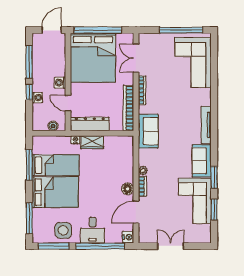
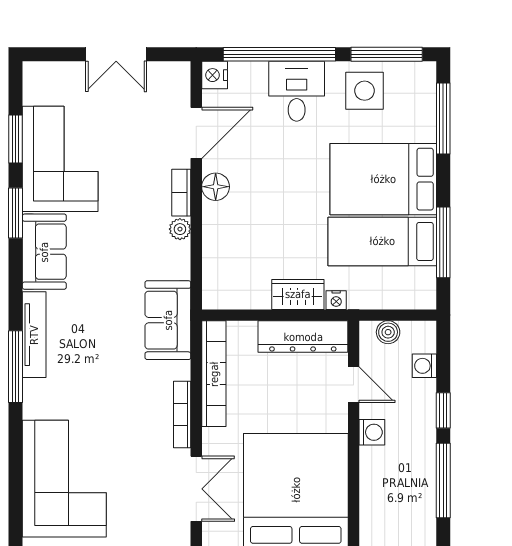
washing machine: (37, 98) -> (424, 366), moved
window: (214, 111) -> (16, 367), added

